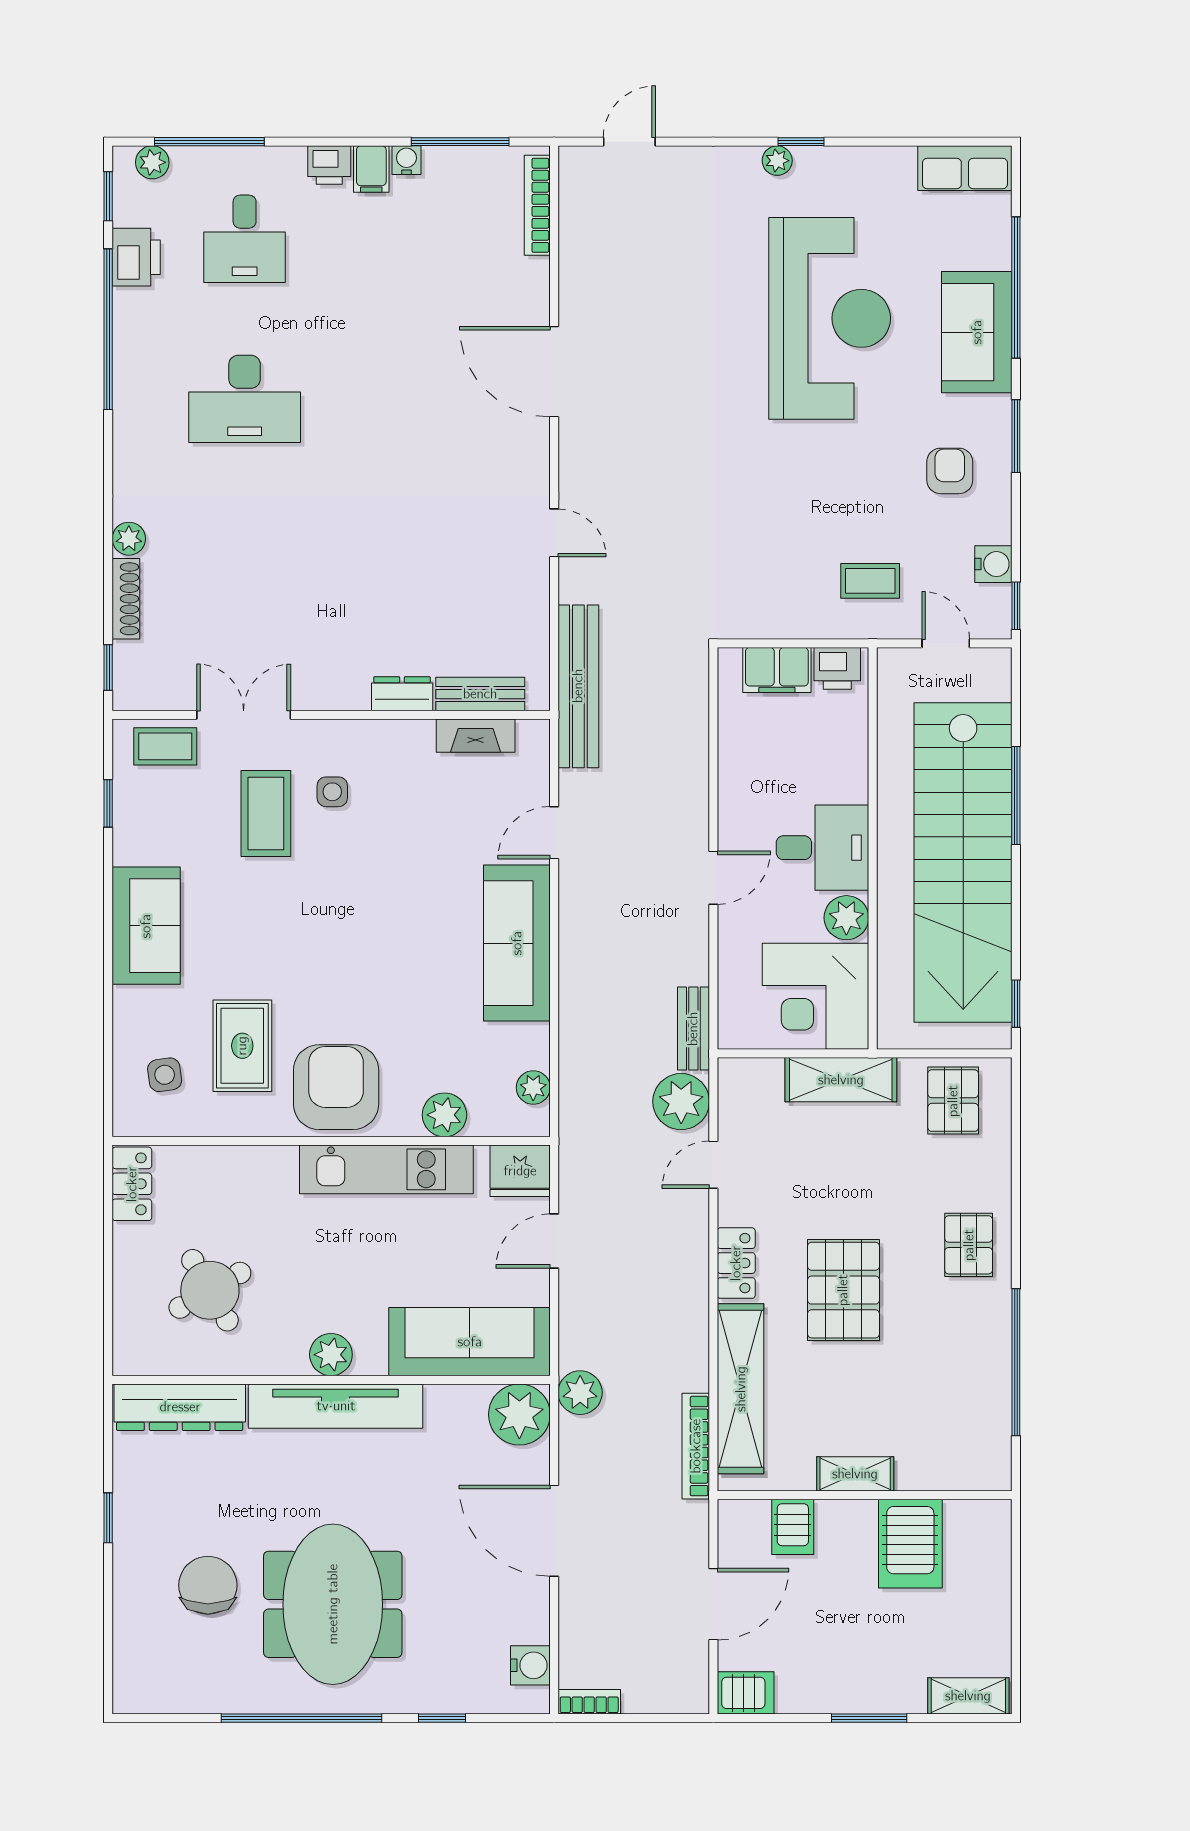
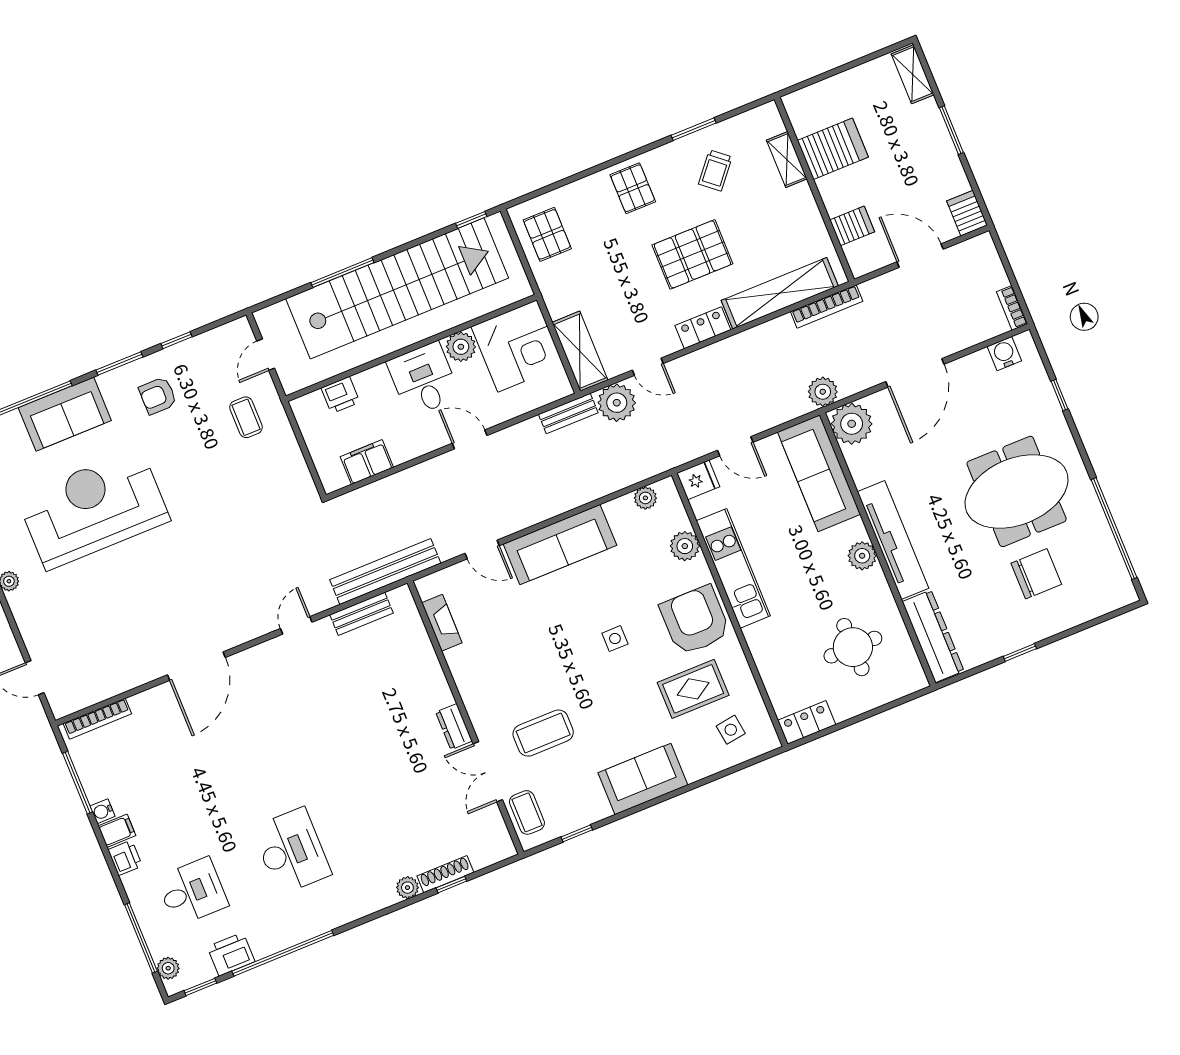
water cooler: (993, 564) -> (204, 345), removed
window: (1016, 606) -> (177, 340), moved
window: (108, 668) -> (451, 885), moved
printer: (837, 668) -> (340, 395), moved, turned 90
filing cabinet: (777, 670) -> (367, 462), moved, turned -90
dresser: (402, 694) -> (454, 727), moved
bench: (480, 694) -> (361, 614), moved, turned 90
side table: (332, 792) -> (615, 639), moved
shelving: (841, 1080) -> (580, 351), moved
armchair: (336, 1087) -> (695, 620), turned 90
pallet: (953, 1101) -> (547, 234), turned 90
fridge: (520, 1171) -> (698, 480), width x0.72
pallet: (969, 1245) -> (633, 188), turned 90
round table: (210, 1290) -> (853, 647), turned 30
window: (1016, 1362) -> (694, 129), width x0.47
trolley: (946, 1369) -> (715, 171), added
shelving: (855, 1474) -> (787, 160), moved
chair: (208, 1585) -> (1036, 574), turned 180
window: (302, 1718) -> (1114, 529), moved

